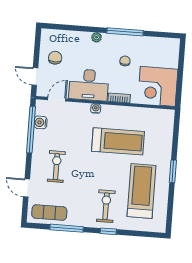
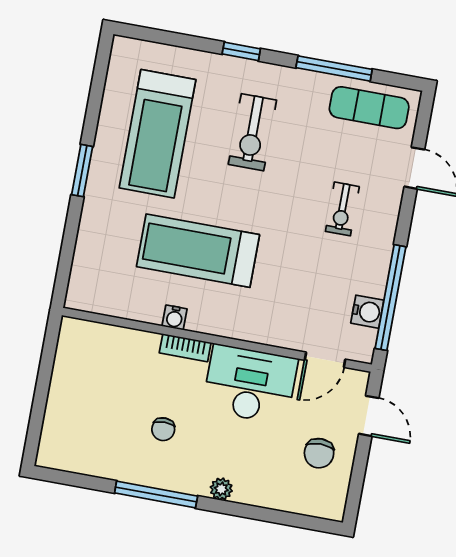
corner desk: (158, 86) -> (96, 364), removed
water cooler: (96, 109) -> (175, 317), moved
exercise bike: (56, 167) -> (342, 209), width x0.73, depth x0.72
exercise bike: (106, 206) -> (252, 132), moved

